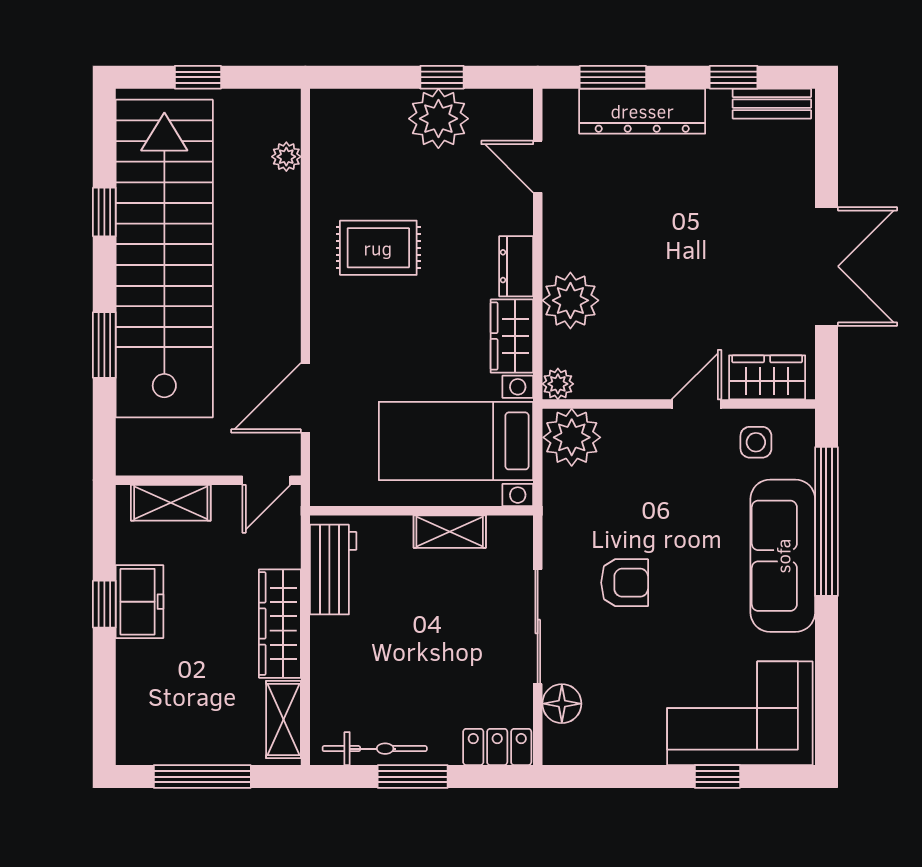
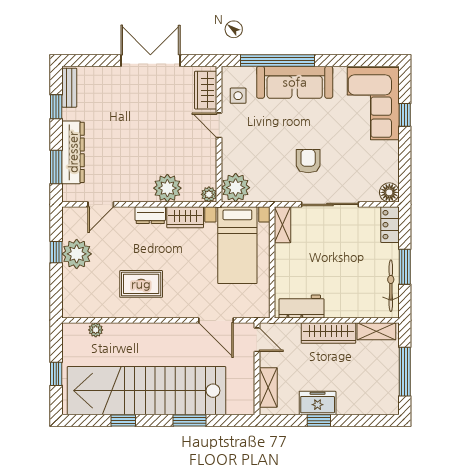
rug: (378, 248) -> (141, 284), turned 90
shelving: (450, 532) -> (283, 225), moved
floor lamp: (562, 704) -> (389, 192), moved

